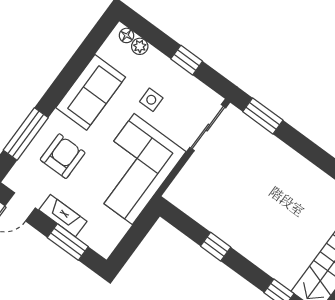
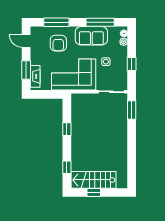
window: (79, 62) -> (100, 22), added
armchair: (63, 156) -> (58, 43), turned 90
fireplace: (63, 216) -> (35, 76), moved

